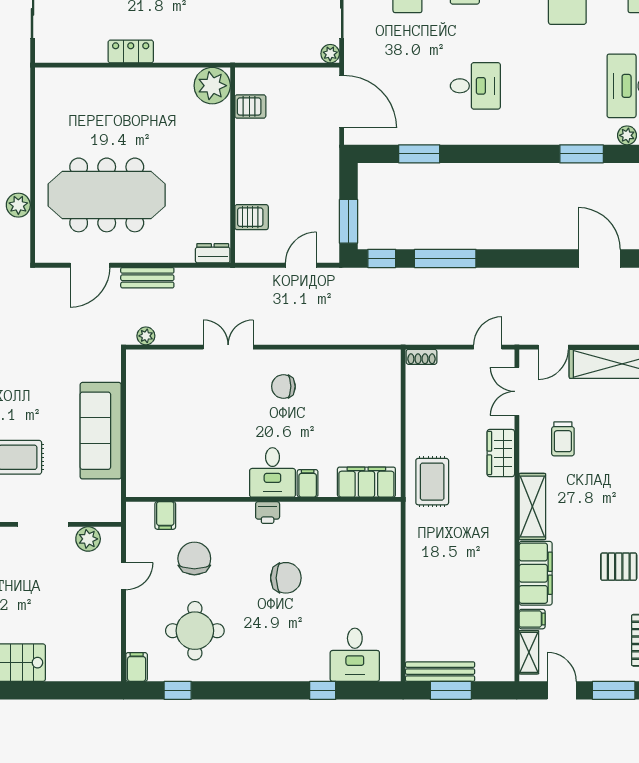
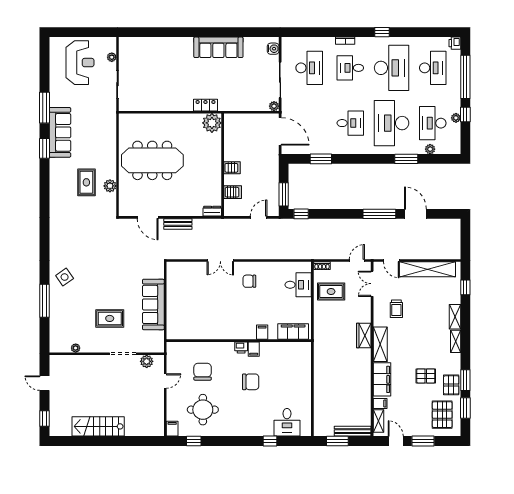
locker: (131, 52) -> (205, 105), moved
desk: (554, 86) -> (392, 123), added
server rack: (250, 106) -> (232, 168), moved
meeting table: (107, 195) -> (152, 160), moved
window: (445, 258) -> (379, 214), moved
door: (90, 265) -> (148, 217), hinge flipped
plant: (146, 336) -> (177, 255), removed
double door: (228, 347) -> (220, 260), swing flipped
door: (553, 347) -> (391, 260), hinge flipped
wardrobe: (501, 453) -> (364, 336), moved
desk: (272, 472) -> (298, 285), moved, turned -90
rug: (432, 482) -> (331, 291), moved, turned 90
filing cabinet: (165, 515) -> (254, 349), moved
bench: (440, 672) -> (353, 431), moved

